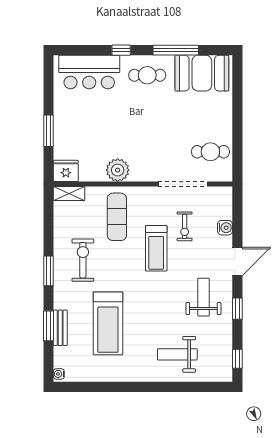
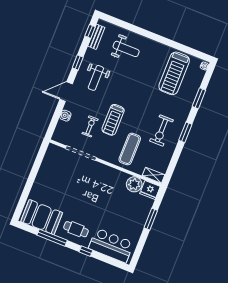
cafe table: (210, 152) -> (56, 166), removed
plant: (118, 170) -> (134, 184), moved
treadmill: (156, 248) -> (113, 120), turned 180
treadmill: (108, 323) -> (174, 73), moved, turned 180
bench: (60, 328) -> (96, 37), moved

